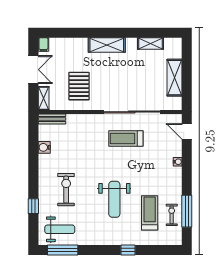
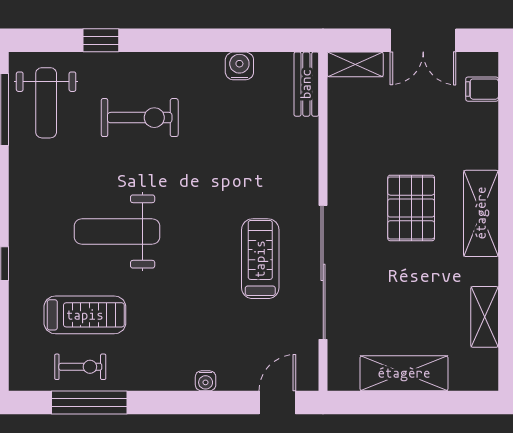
filing cabinet: (43, 45) -> (482, 89), moved
pallet: (79, 86) -> (411, 208), moved, turned 90

